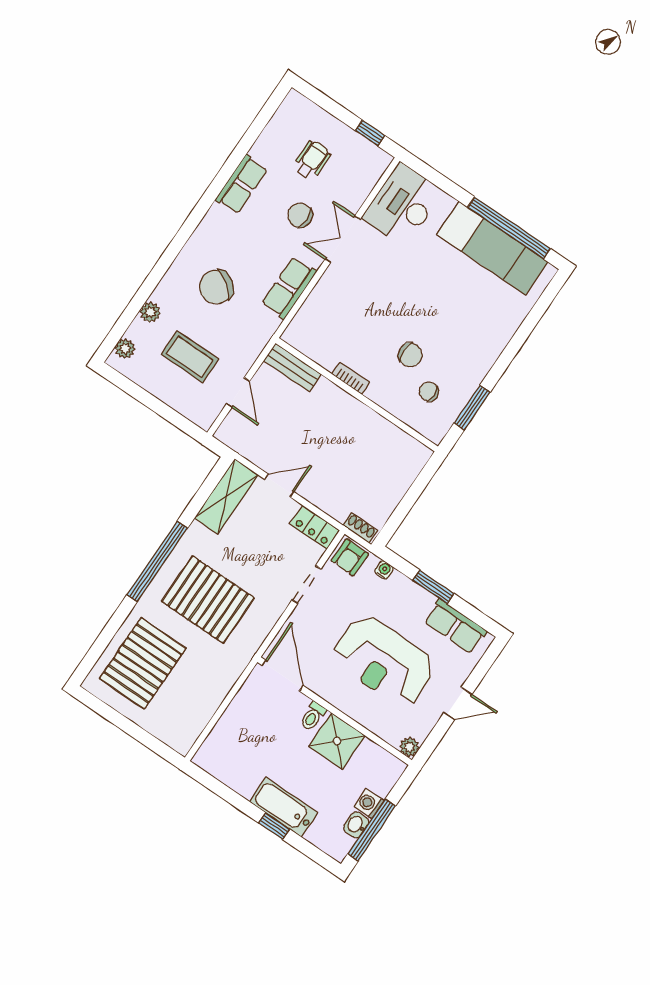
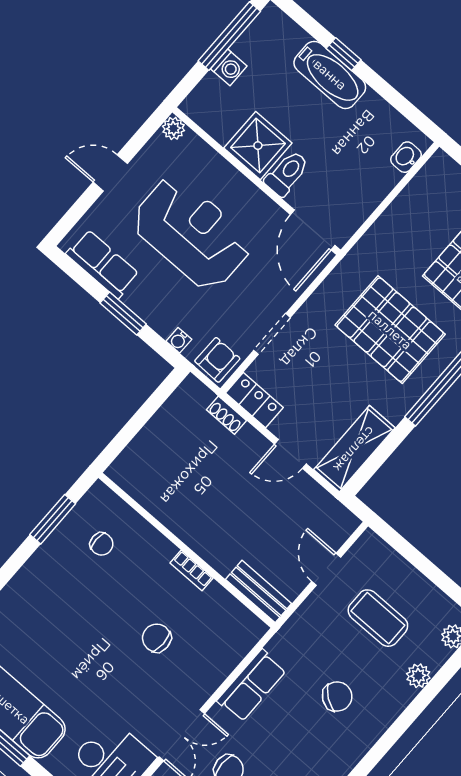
chair: (216, 287) -> (337, 696), width x0.73, depth x0.73
chair: (410, 355) -> (157, 638), moved
shoe rack: (360, 528) -> (227, 415), moved
toilet: (313, 716) -> (287, 173), width x1.37, depth x1.39
washbasin: (356, 825) -> (406, 157), moved, turned 180

